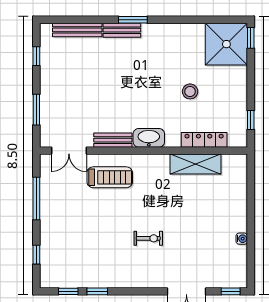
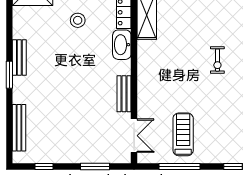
bench: (122, 30) -> (19, 57), moved
washbasin: (149, 138) -> (122, 45), moved
treadmill: (110, 177) -> (183, 134), moved
exercise bike: (148, 238) -> (217, 60), turned 180

